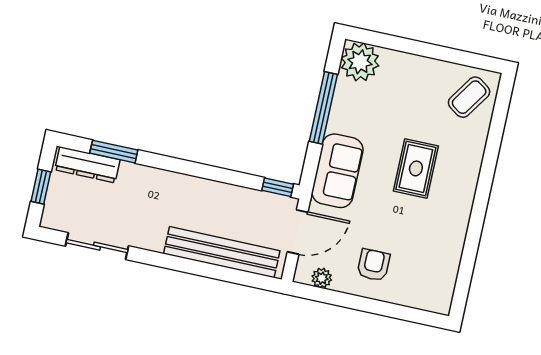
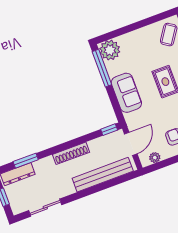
window: (323, 108) -> (102, 68), moved
sofa: (337, 171) -> (126, 93), moved
shoe rack: (193, 186) -> (71, 153), added

